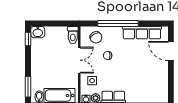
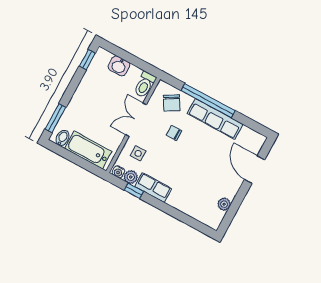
washbasin: (38, 32) -> (119, 66), moved
row of seats: (142, 33) -> (215, 119), moved
double door: (79, 60) -> (136, 120), swing flipped
plant: (163, 83) -> (224, 204), added

